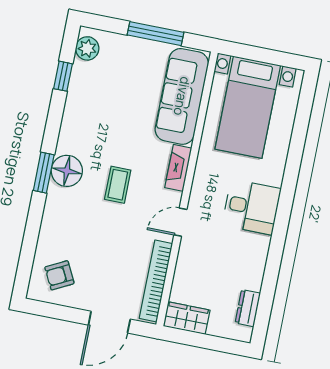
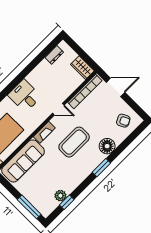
window: (155, 34) -> (29, 207), moved
plant: (87, 48) -> (60, 196), moved
floor lamp: (67, 171) -> (107, 146), moved
coffee table: (118, 185) -> (74, 142), width x1.86, depth x1.72

